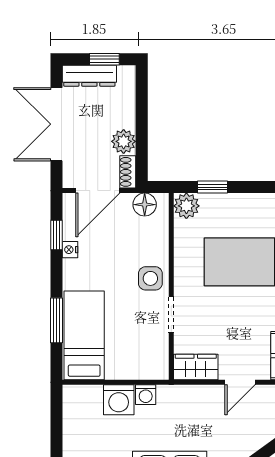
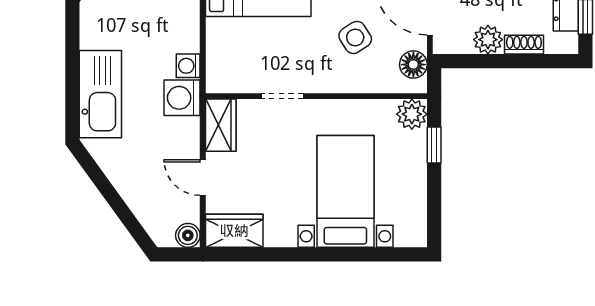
shoe rack: (128, 172) -> (524, 45), moved
side table: (150, 278) -> (355, 37), moved, turned -33
washing machine: (119, 400) -> (182, 98), moved

